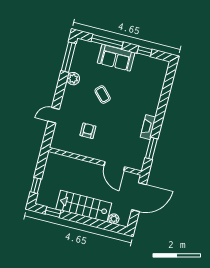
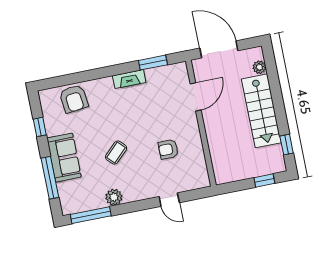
armchair: (153, 83) -> (74, 99), added

